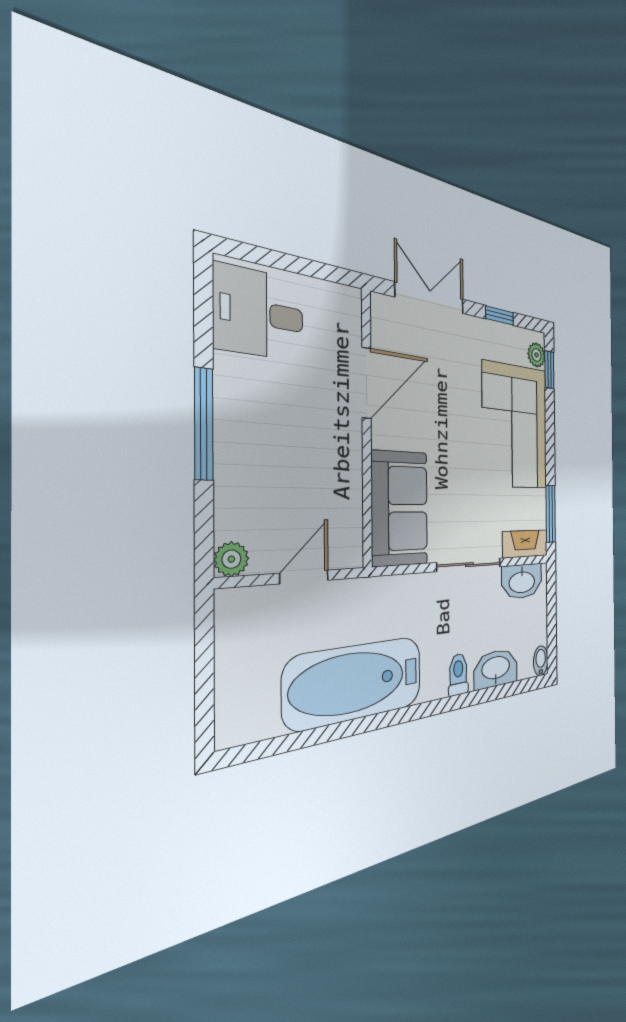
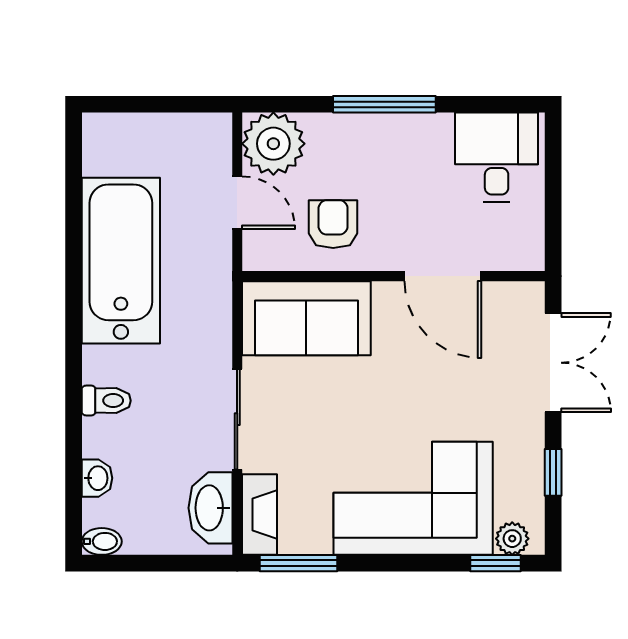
armchair: (323, 483) -> (333, 224), added
plant: (231, 559) -> (273, 144), width x1.88, depth x1.88
washbasin: (496, 669) -> (97, 478), width x0.52, depth x0.69

